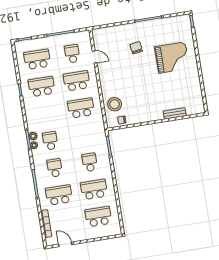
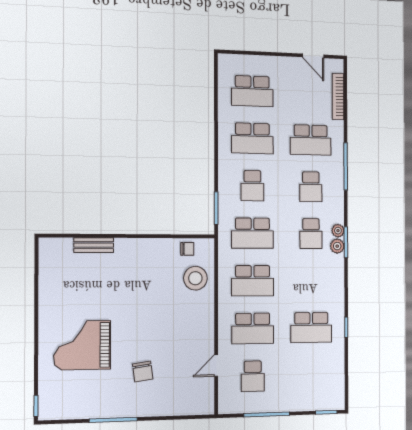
door: (95, 57) -> (216, 365), hinge flipped
school desk: (37, 59) -> (253, 233), moved

